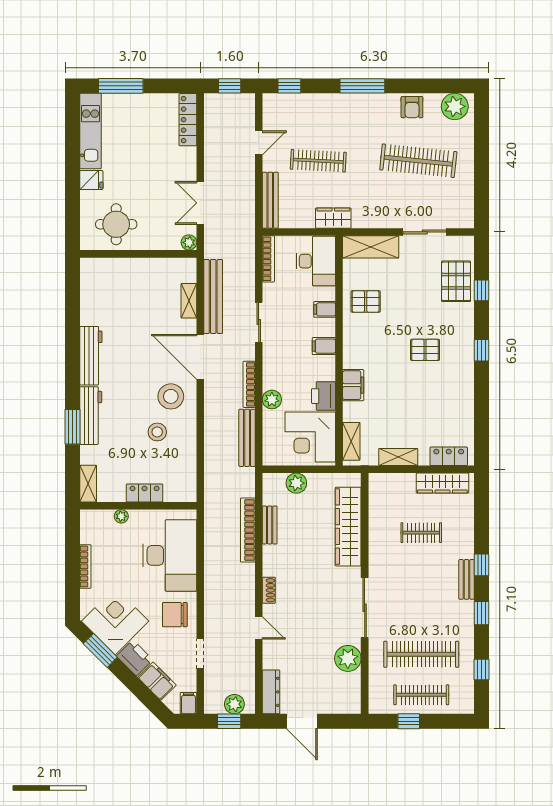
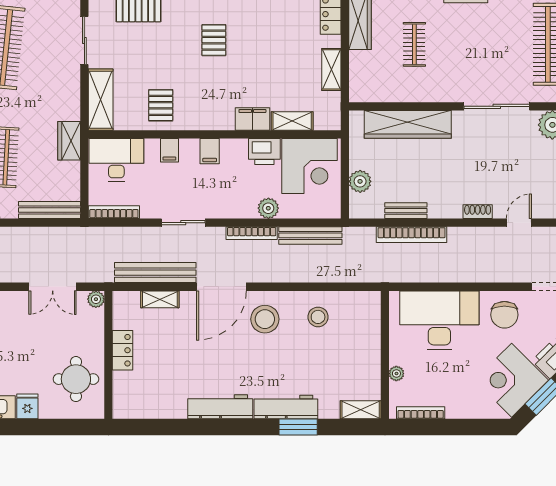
stool: (157, 432) -> (318, 317), moved
shelving: (351, 441) -> (292, 121), moved
locker: (145, 493) -> (122, 350), moved, turned 180
bookcase: (85, 566) -> (421, 413), moved

